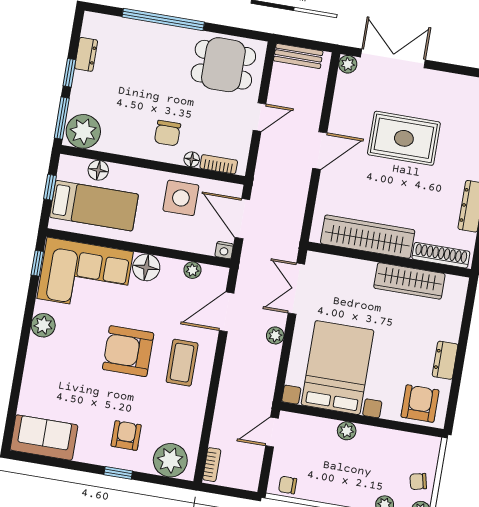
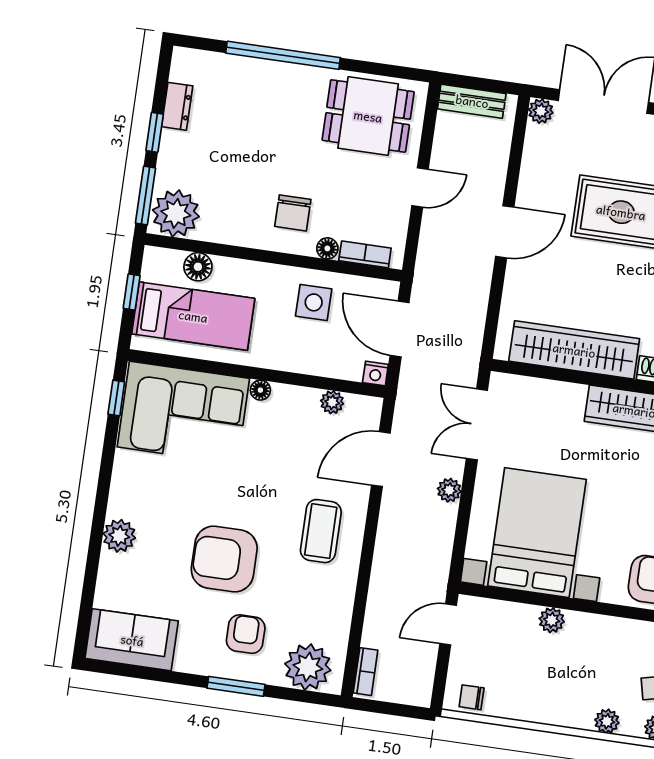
side table: (181, 198) -> (314, 302), width x0.73, depth x0.73
floor lamp: (146, 267) -> (260, 390), width x0.53, depth x0.53
plant: (43, 325) -> (119, 536), moved
armchair: (128, 351) -> (224, 559), moved
window: (118, 473) -> (236, 686), width x1.50

